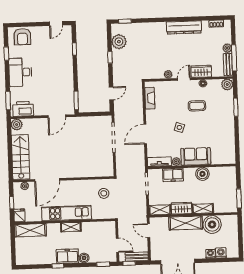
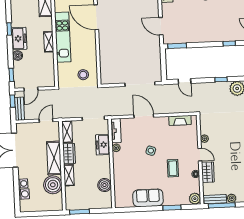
sofa: (196, 156) -> (148, 198), moved, turned -90
boiler: (202, 174) -> (104, 185), moved

